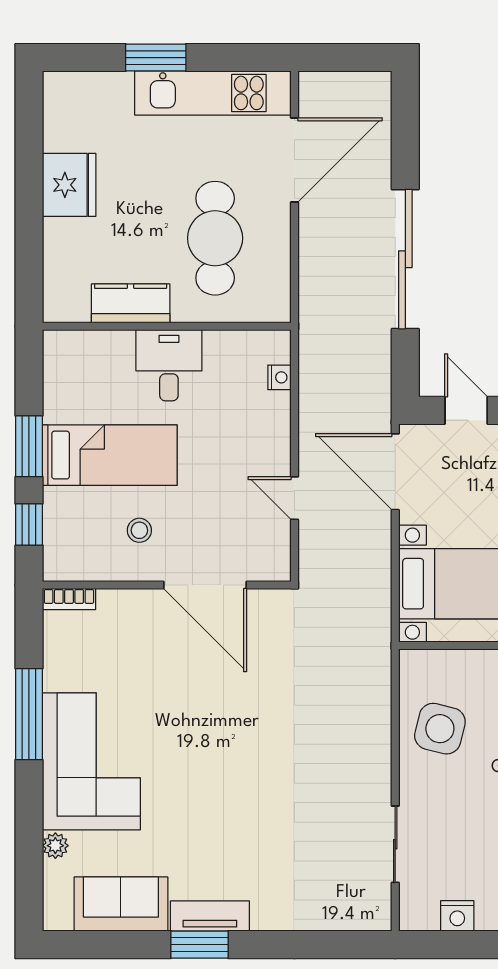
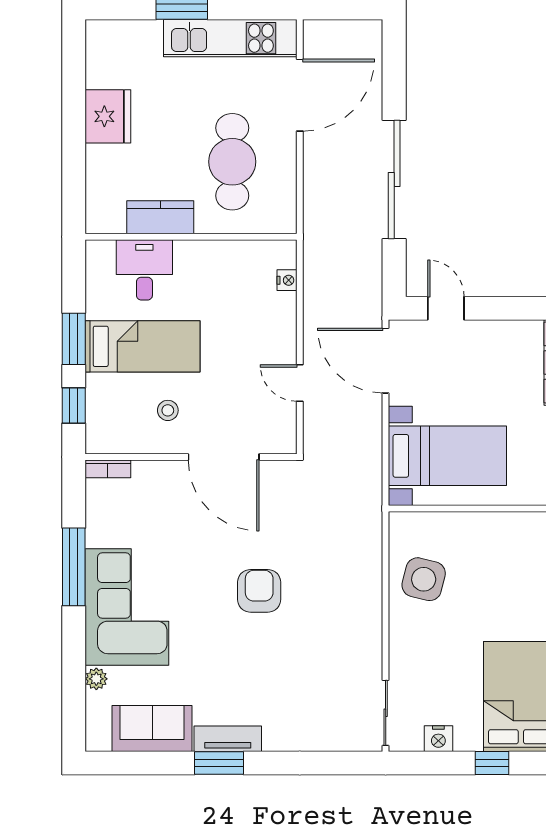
desk: (169, 365) -> (144, 270), moved
armchair: (247, 742) -> (259, 591), added
sliding door: (395, 844) -> (386, 713), moved

